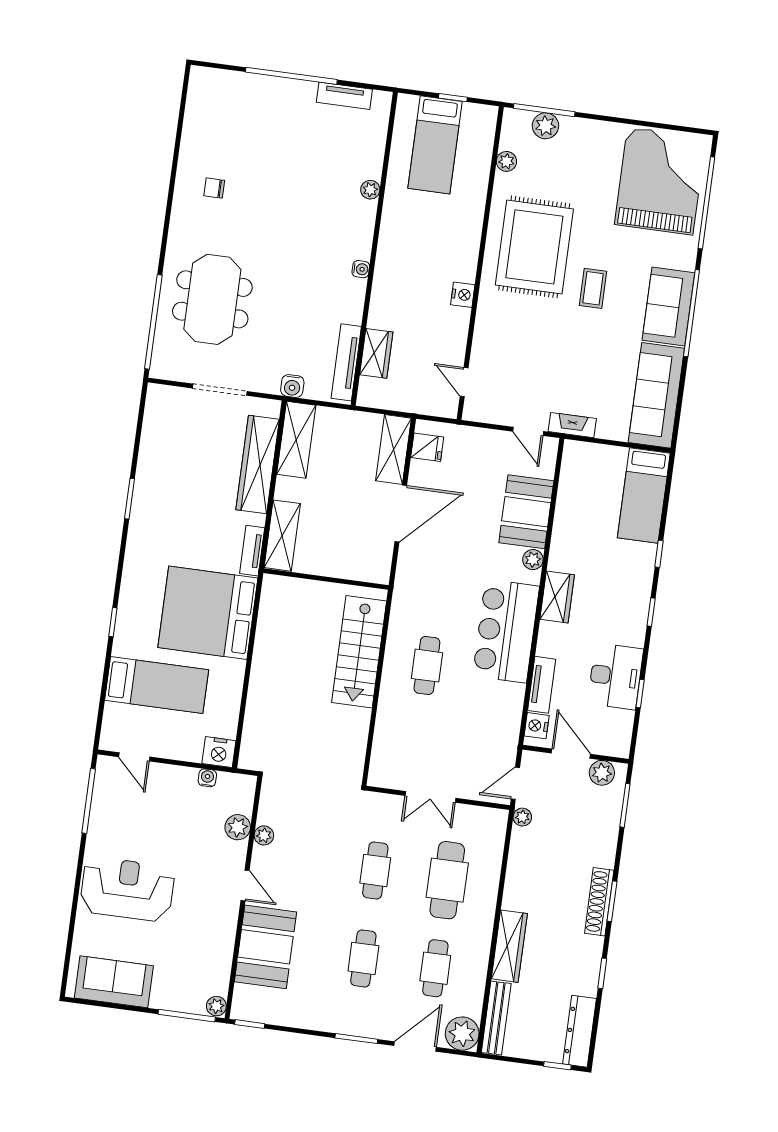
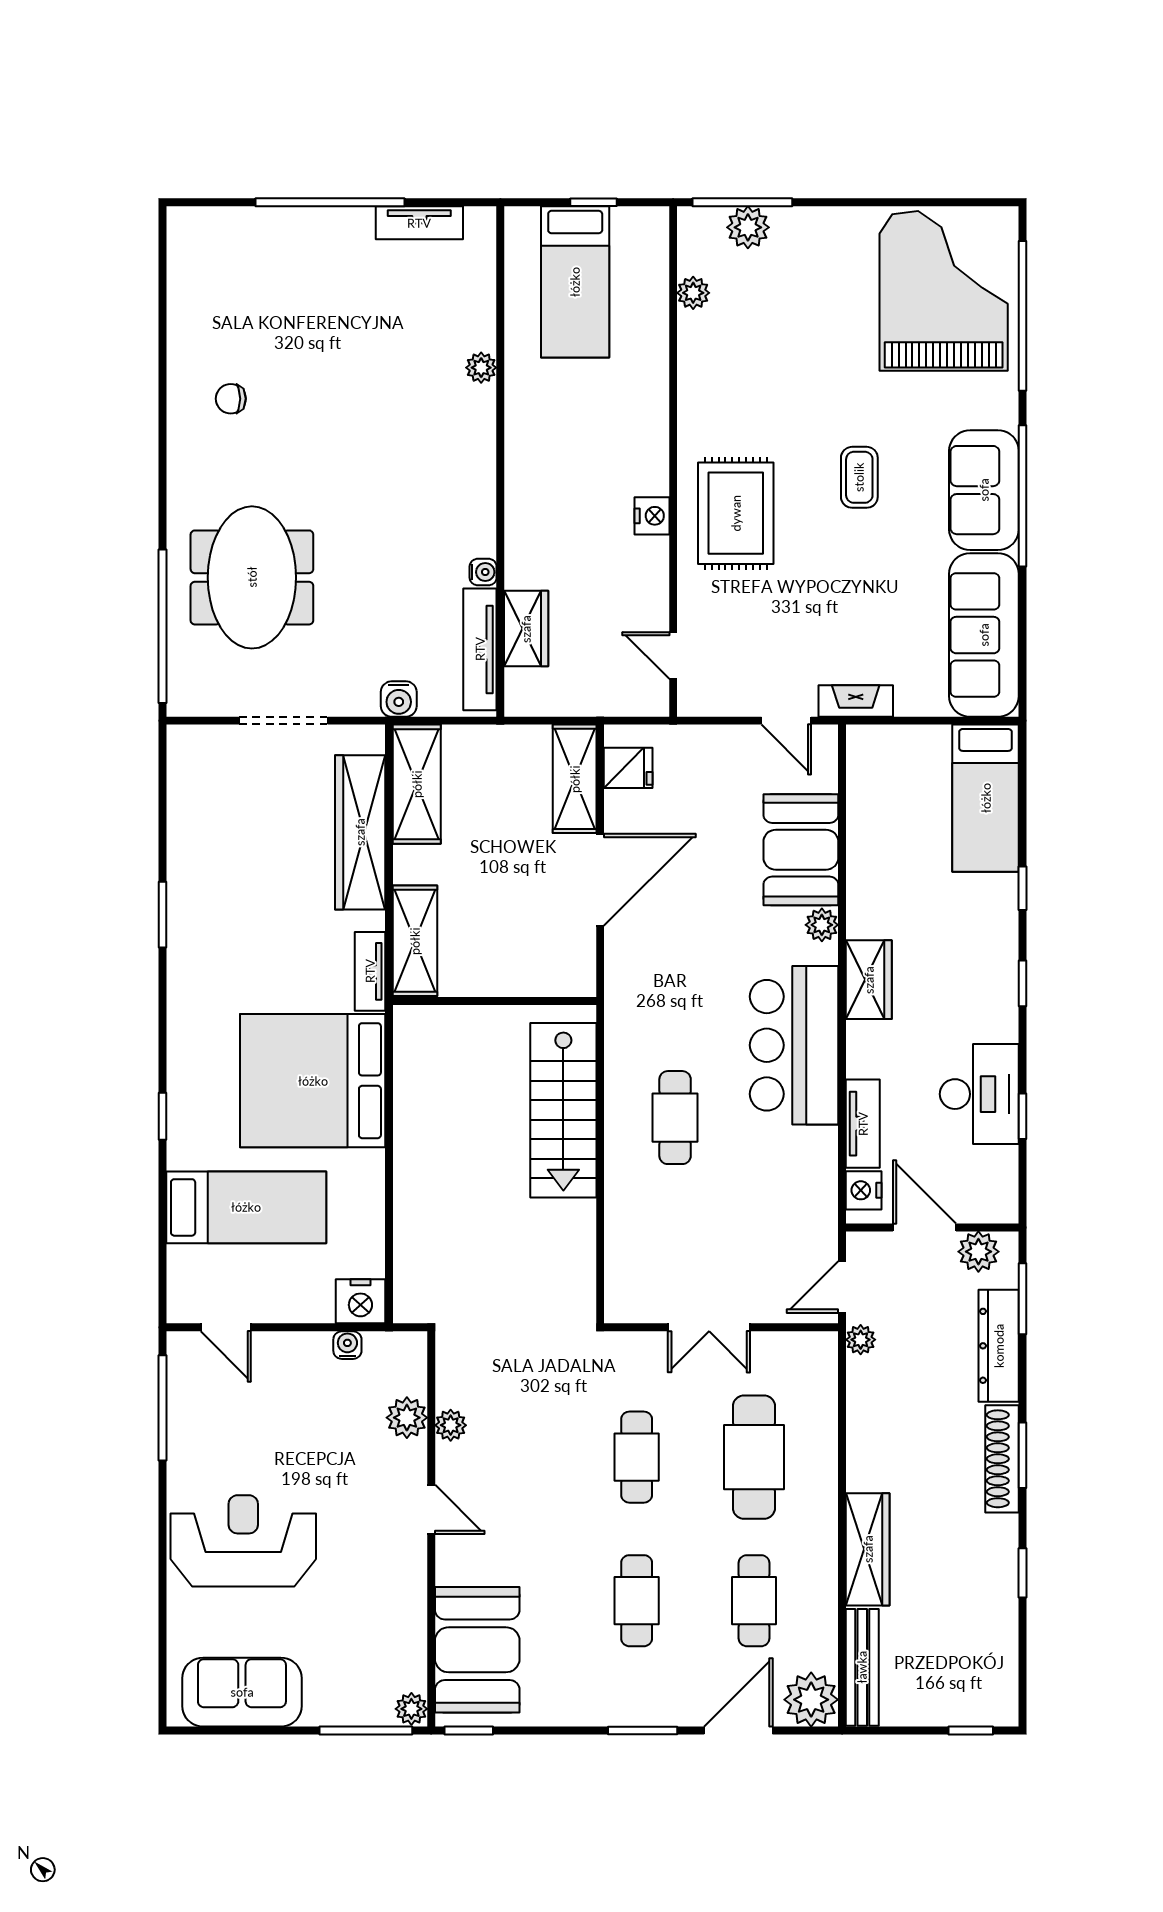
rug: (534, 247) -> (736, 513), moved, width x0.73, depth x0.69
water cooler: (361, 269) -> (483, 572), moved
booth: (265, 947) -> (477, 1650), moved
dresser: (580, 1031) -> (999, 1346), moved

